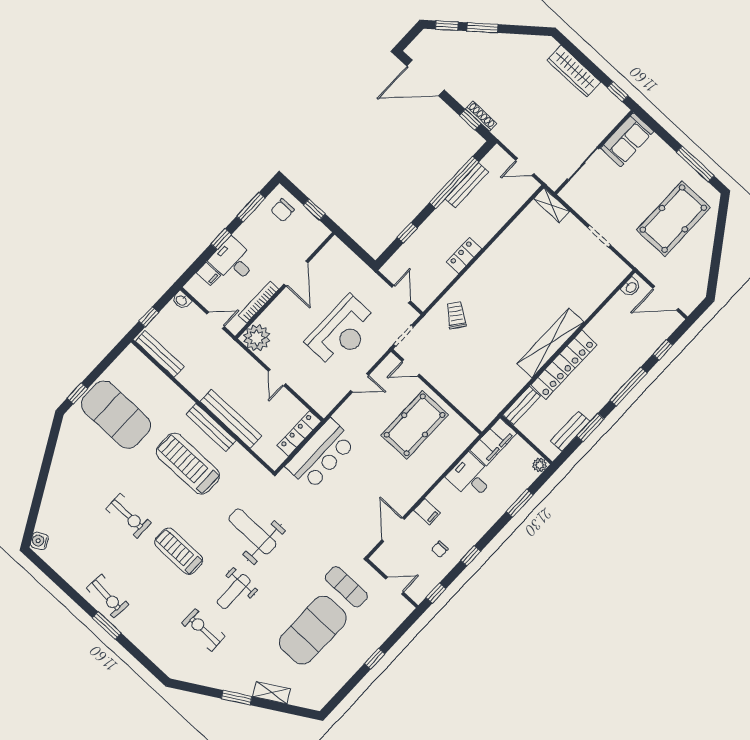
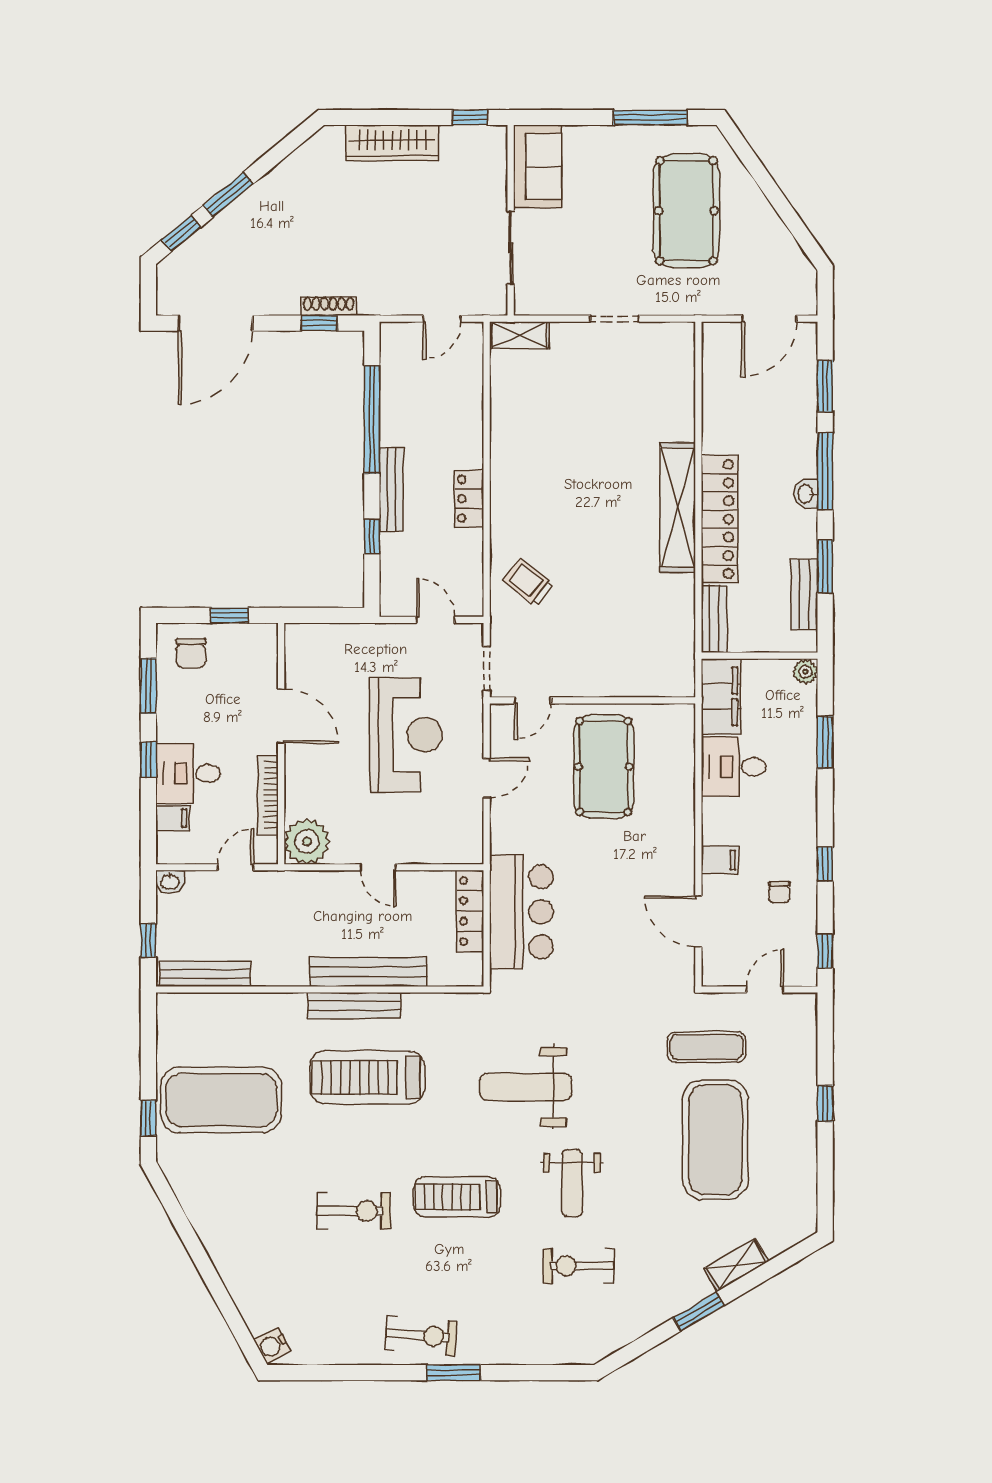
bench: (467, 185) -> (391, 489), moved
washbasin: (631, 287) -> (806, 494), moved, turned 180
window: (663, 350) -> (825, 386), width x1.50

